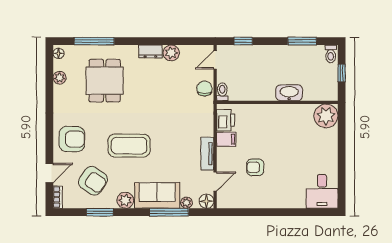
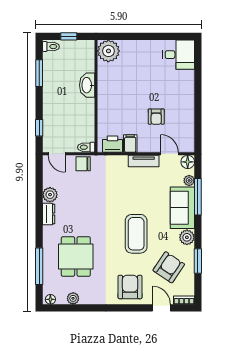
dining table: (105, 81) -> (76, 256), turned 90

